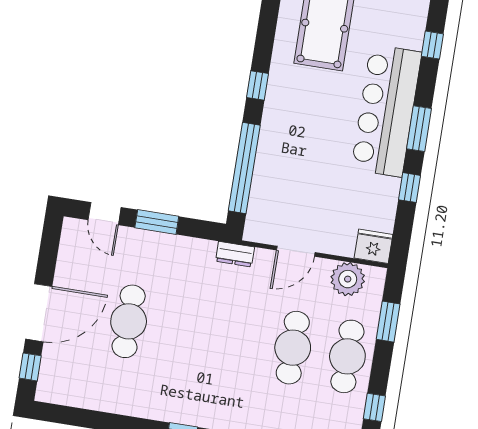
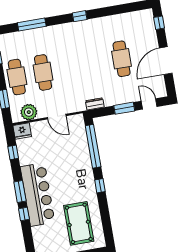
window: (432, 45) -> (24, 214), moved
window: (410, 188) -> (13, 152), moved
door: (296, 251) -> (57, 117), swing flipped
dresser: (235, 254) -> (95, 104), moved
door: (39, 313) -> (166, 61), moved

